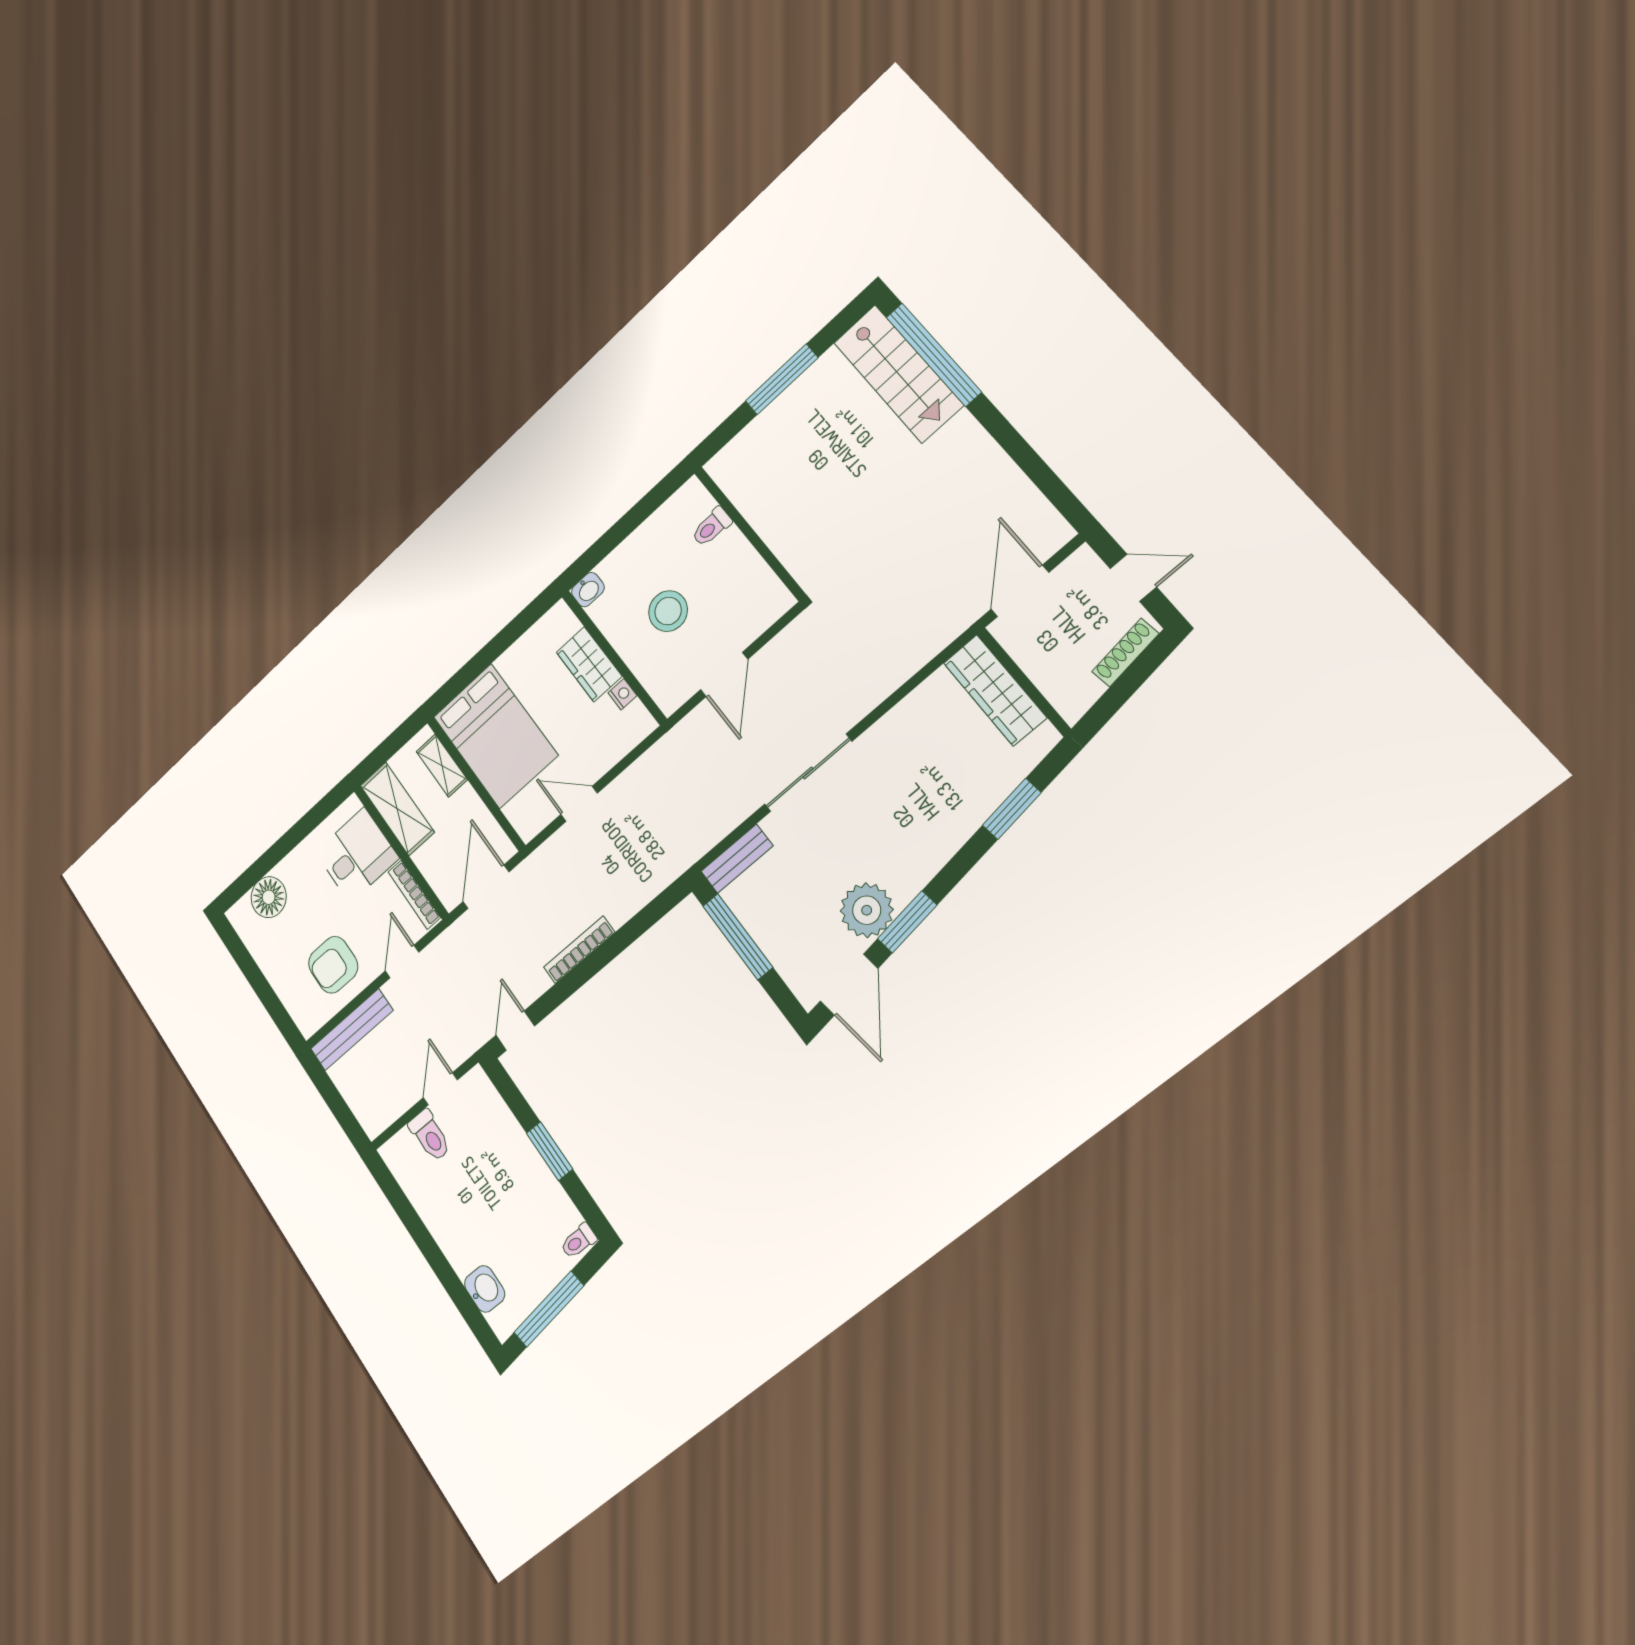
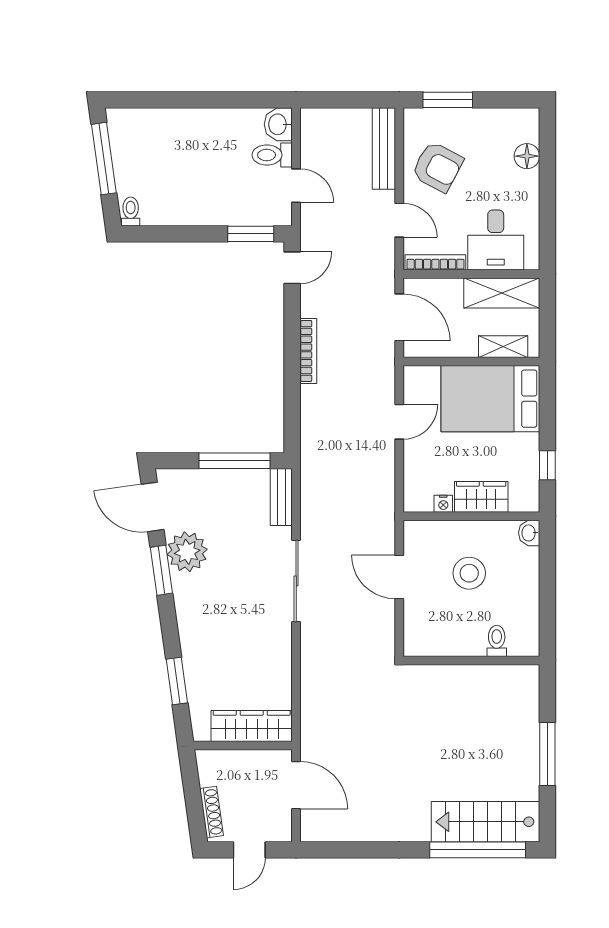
window: (515, 629) -> (547, 465), added
floor lamp: (269, 897) -> (527, 156), width x0.73, depth x0.73
armchair: (333, 965) -> (437, 167), turned 118
window: (273, 1004) -> (448, 100), added
door: (515, 1031) -> (292, 268), hinge flipped
window: (549, 1151) -> (251, 234), moved
washbasin: (485, 1289) -> (278, 124), moved, turned 90

